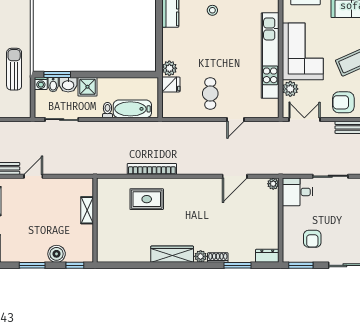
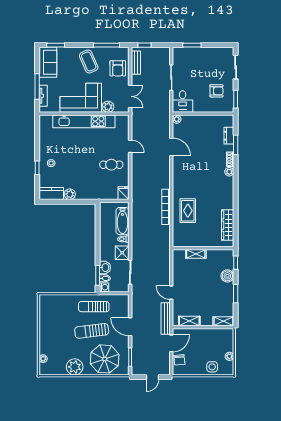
plant: (169, 68) -> (70, 194), moved
fridge: (171, 84) -> (124, 193), moved
shower: (87, 87) -> (122, 253), moved
double door: (304, 120) -> (130, 96), swing flipped
wardrobe: (172, 254) -> (228, 225), moved
dresser: (267, 256) -> (229, 136), moved

